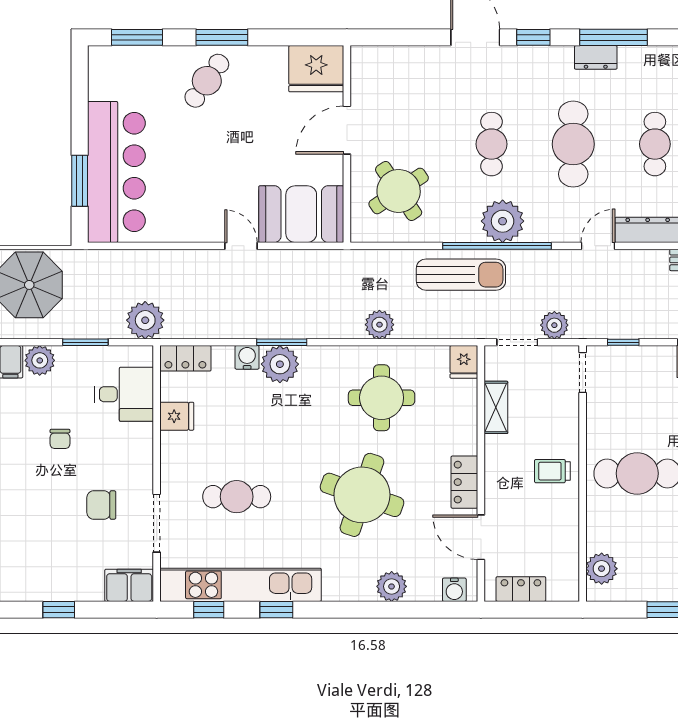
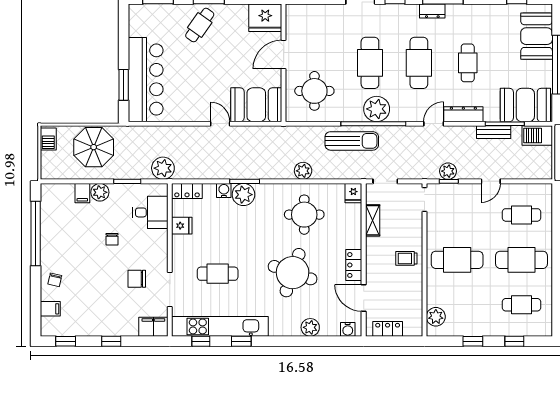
cafe table: (491, 144) -> (370, 63), width x1.37, depth x1.35
round table: (399, 191) -> (314, 91), turned 34
plant: (554, 325) -> (448, 171), moved

